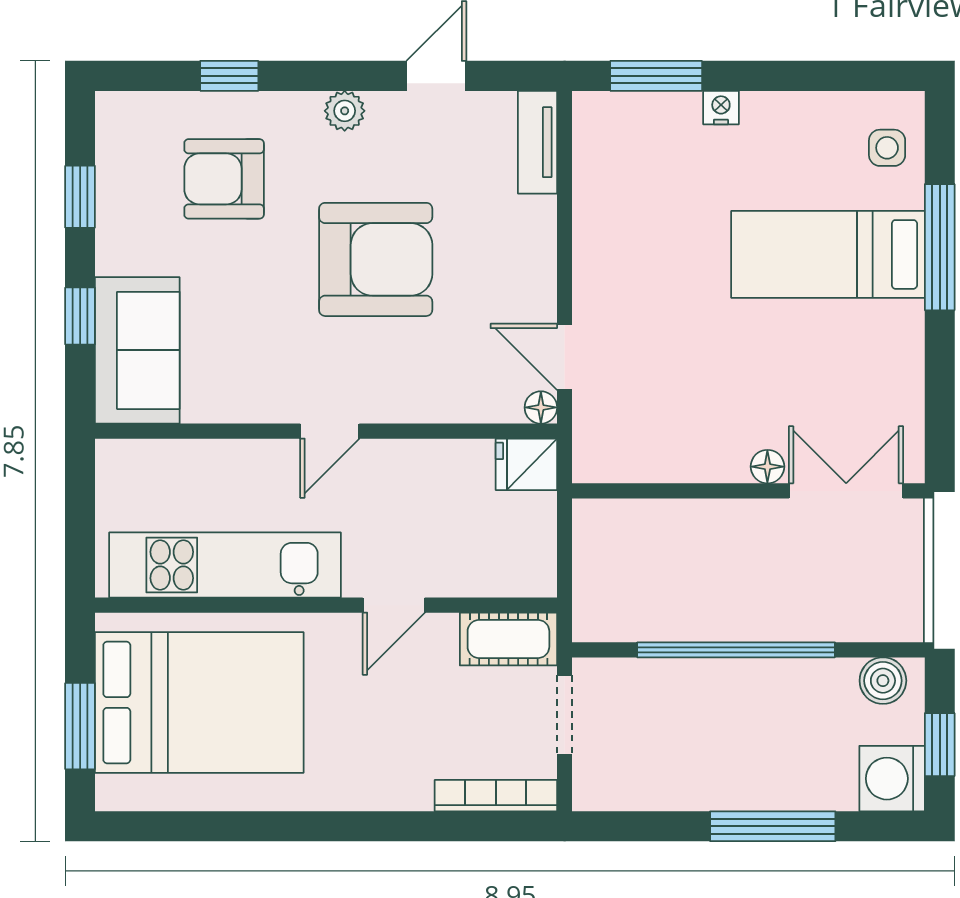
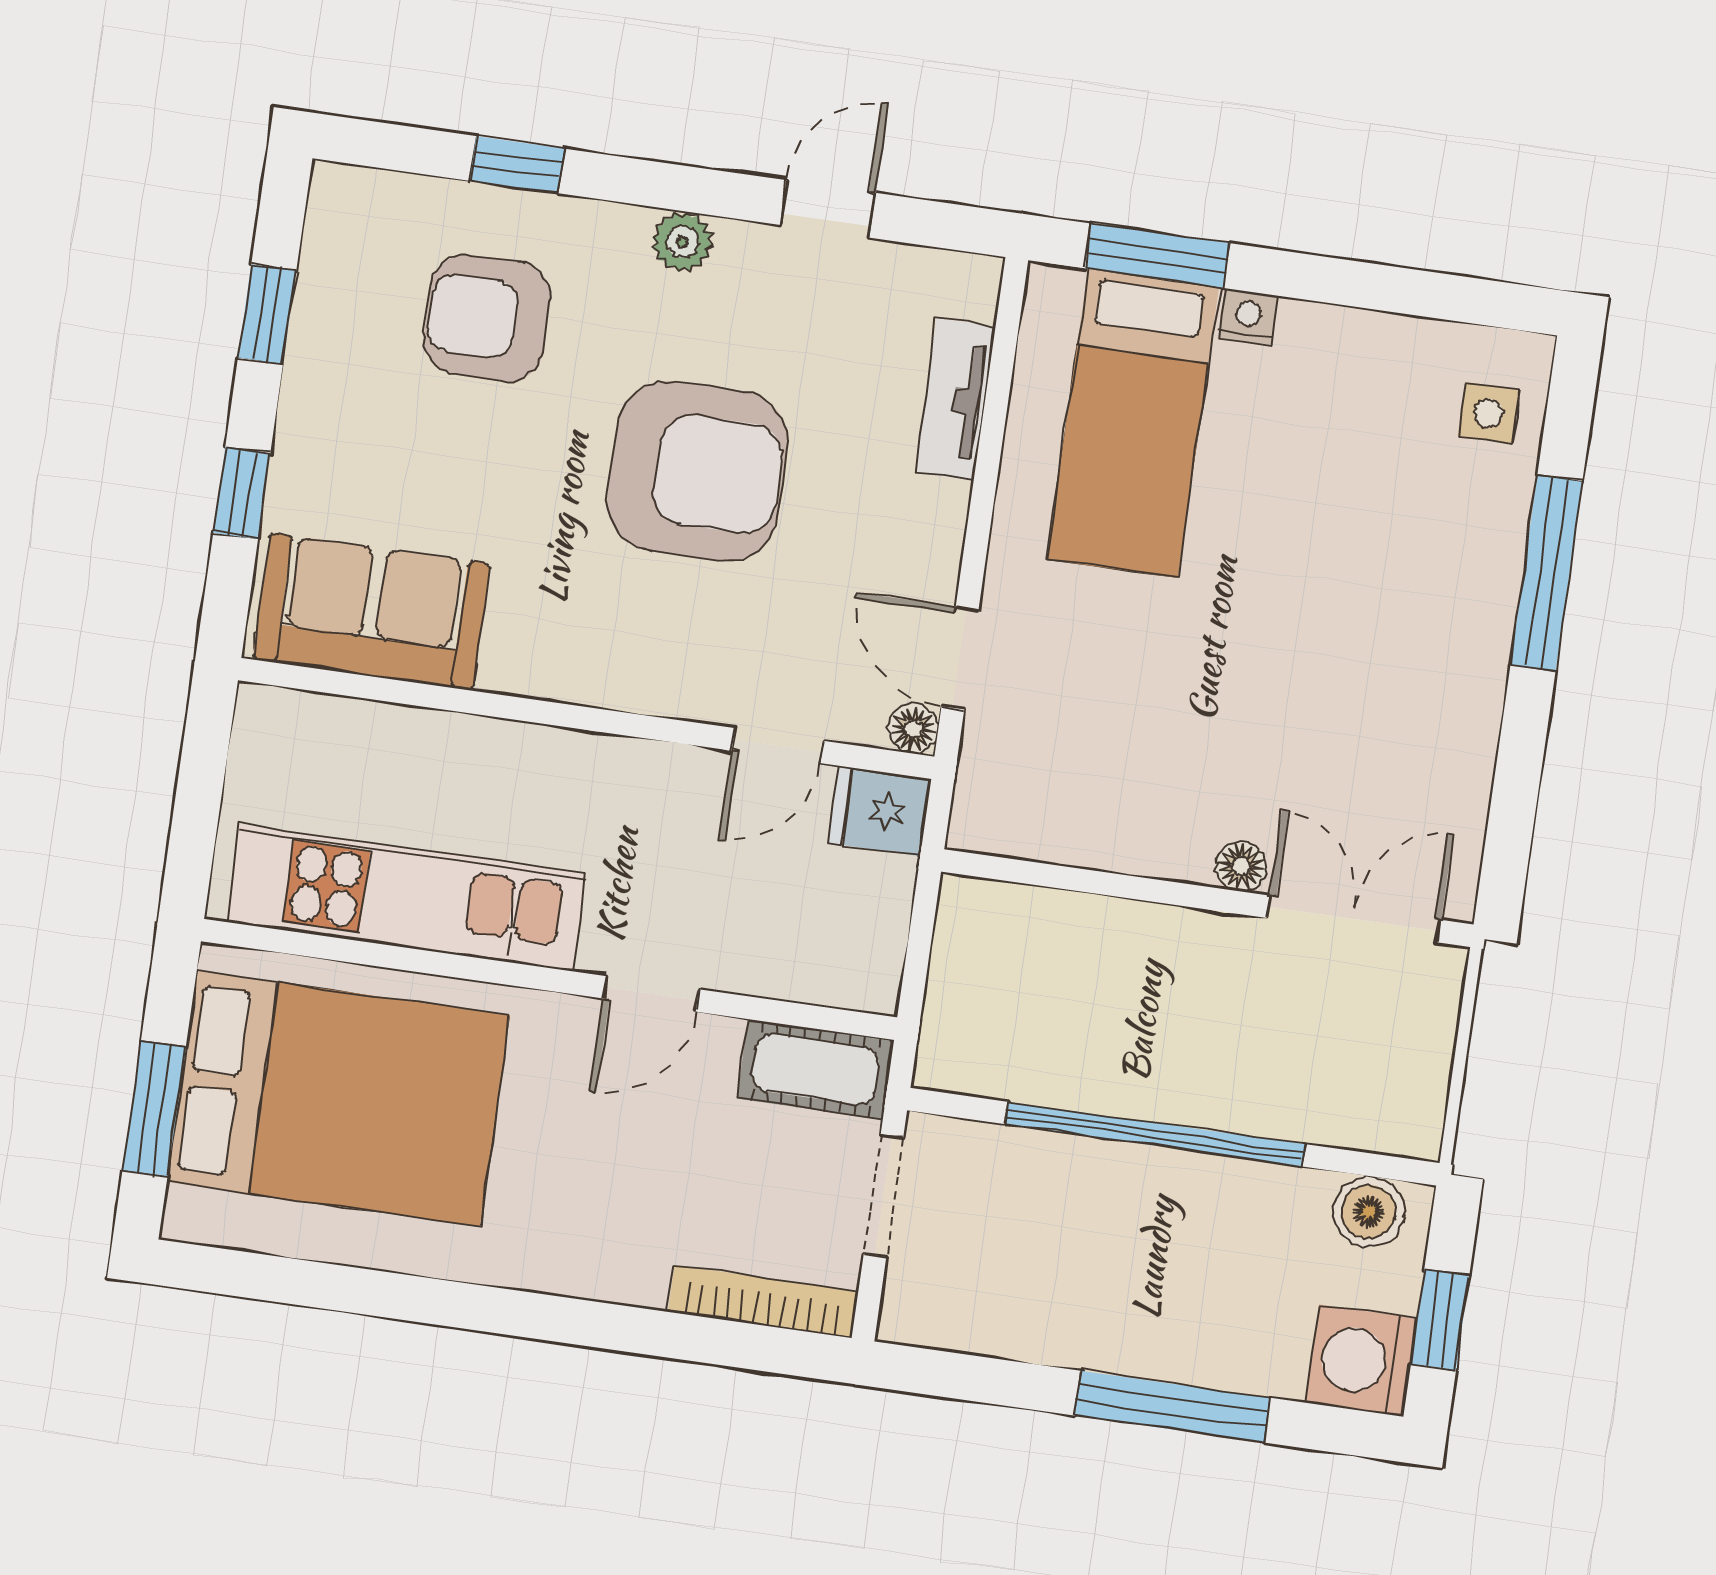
tv unit: (537, 142) -> (955, 399), moved
bed: (828, 254) -> (1133, 423), moved, turned -90
sofa: (137, 350) -> (372, 612), moved, turned -90
door: (330, 431) -> (778, 746), moved

